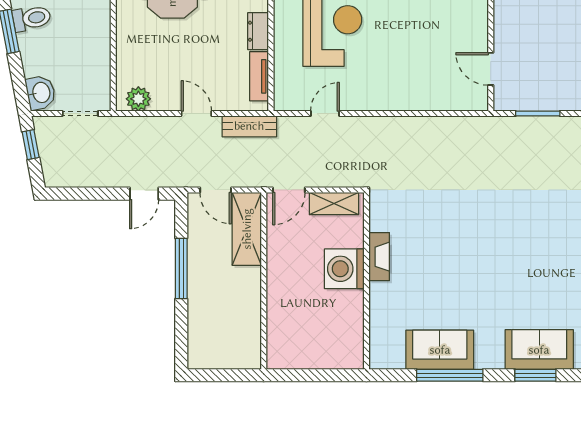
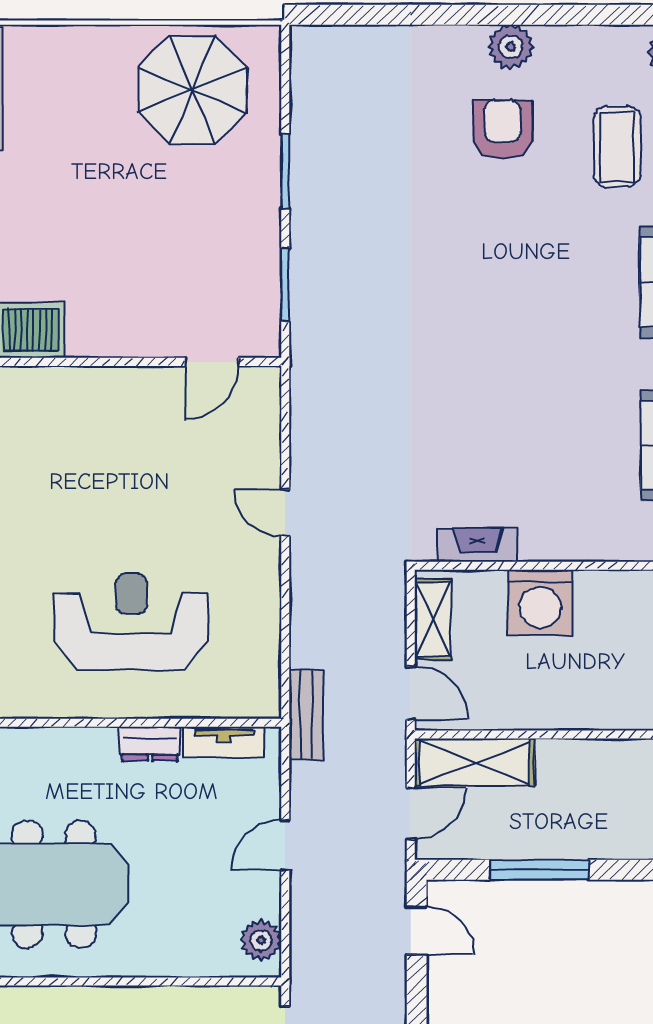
door: (325, 114) -> (285, 513), moved
bench: (249, 126) -> (306, 715), moved
fireplace: (379, 257) -> (477, 545), moved

